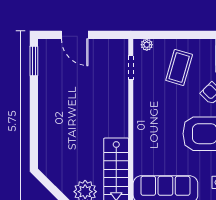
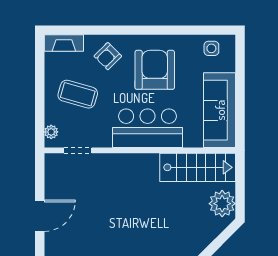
bar counter: (150, 127) -> (148, 128), added

